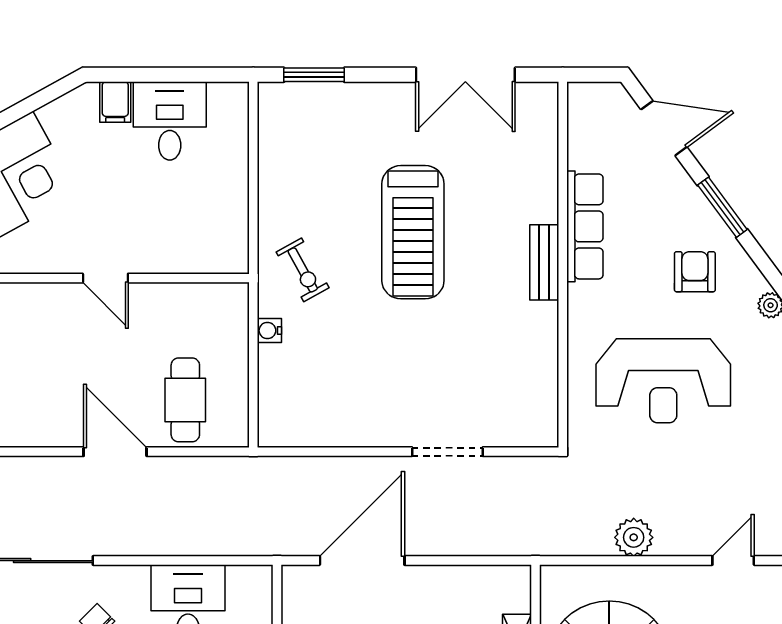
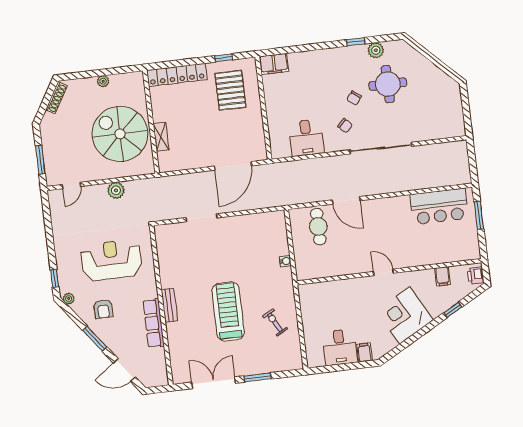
window: (314, 75) -> (258, 377), moved
exercise bike: (303, 270) -> (275, 322), moved
door: (105, 278) -> (383, 272), moved

